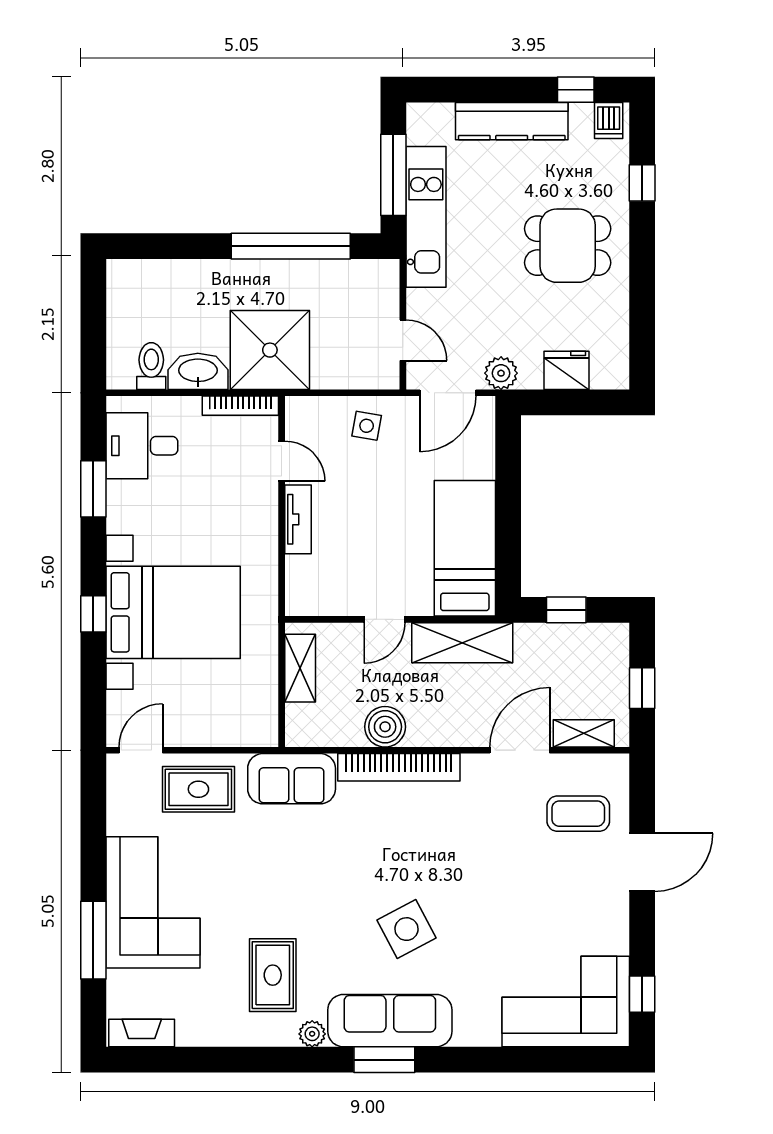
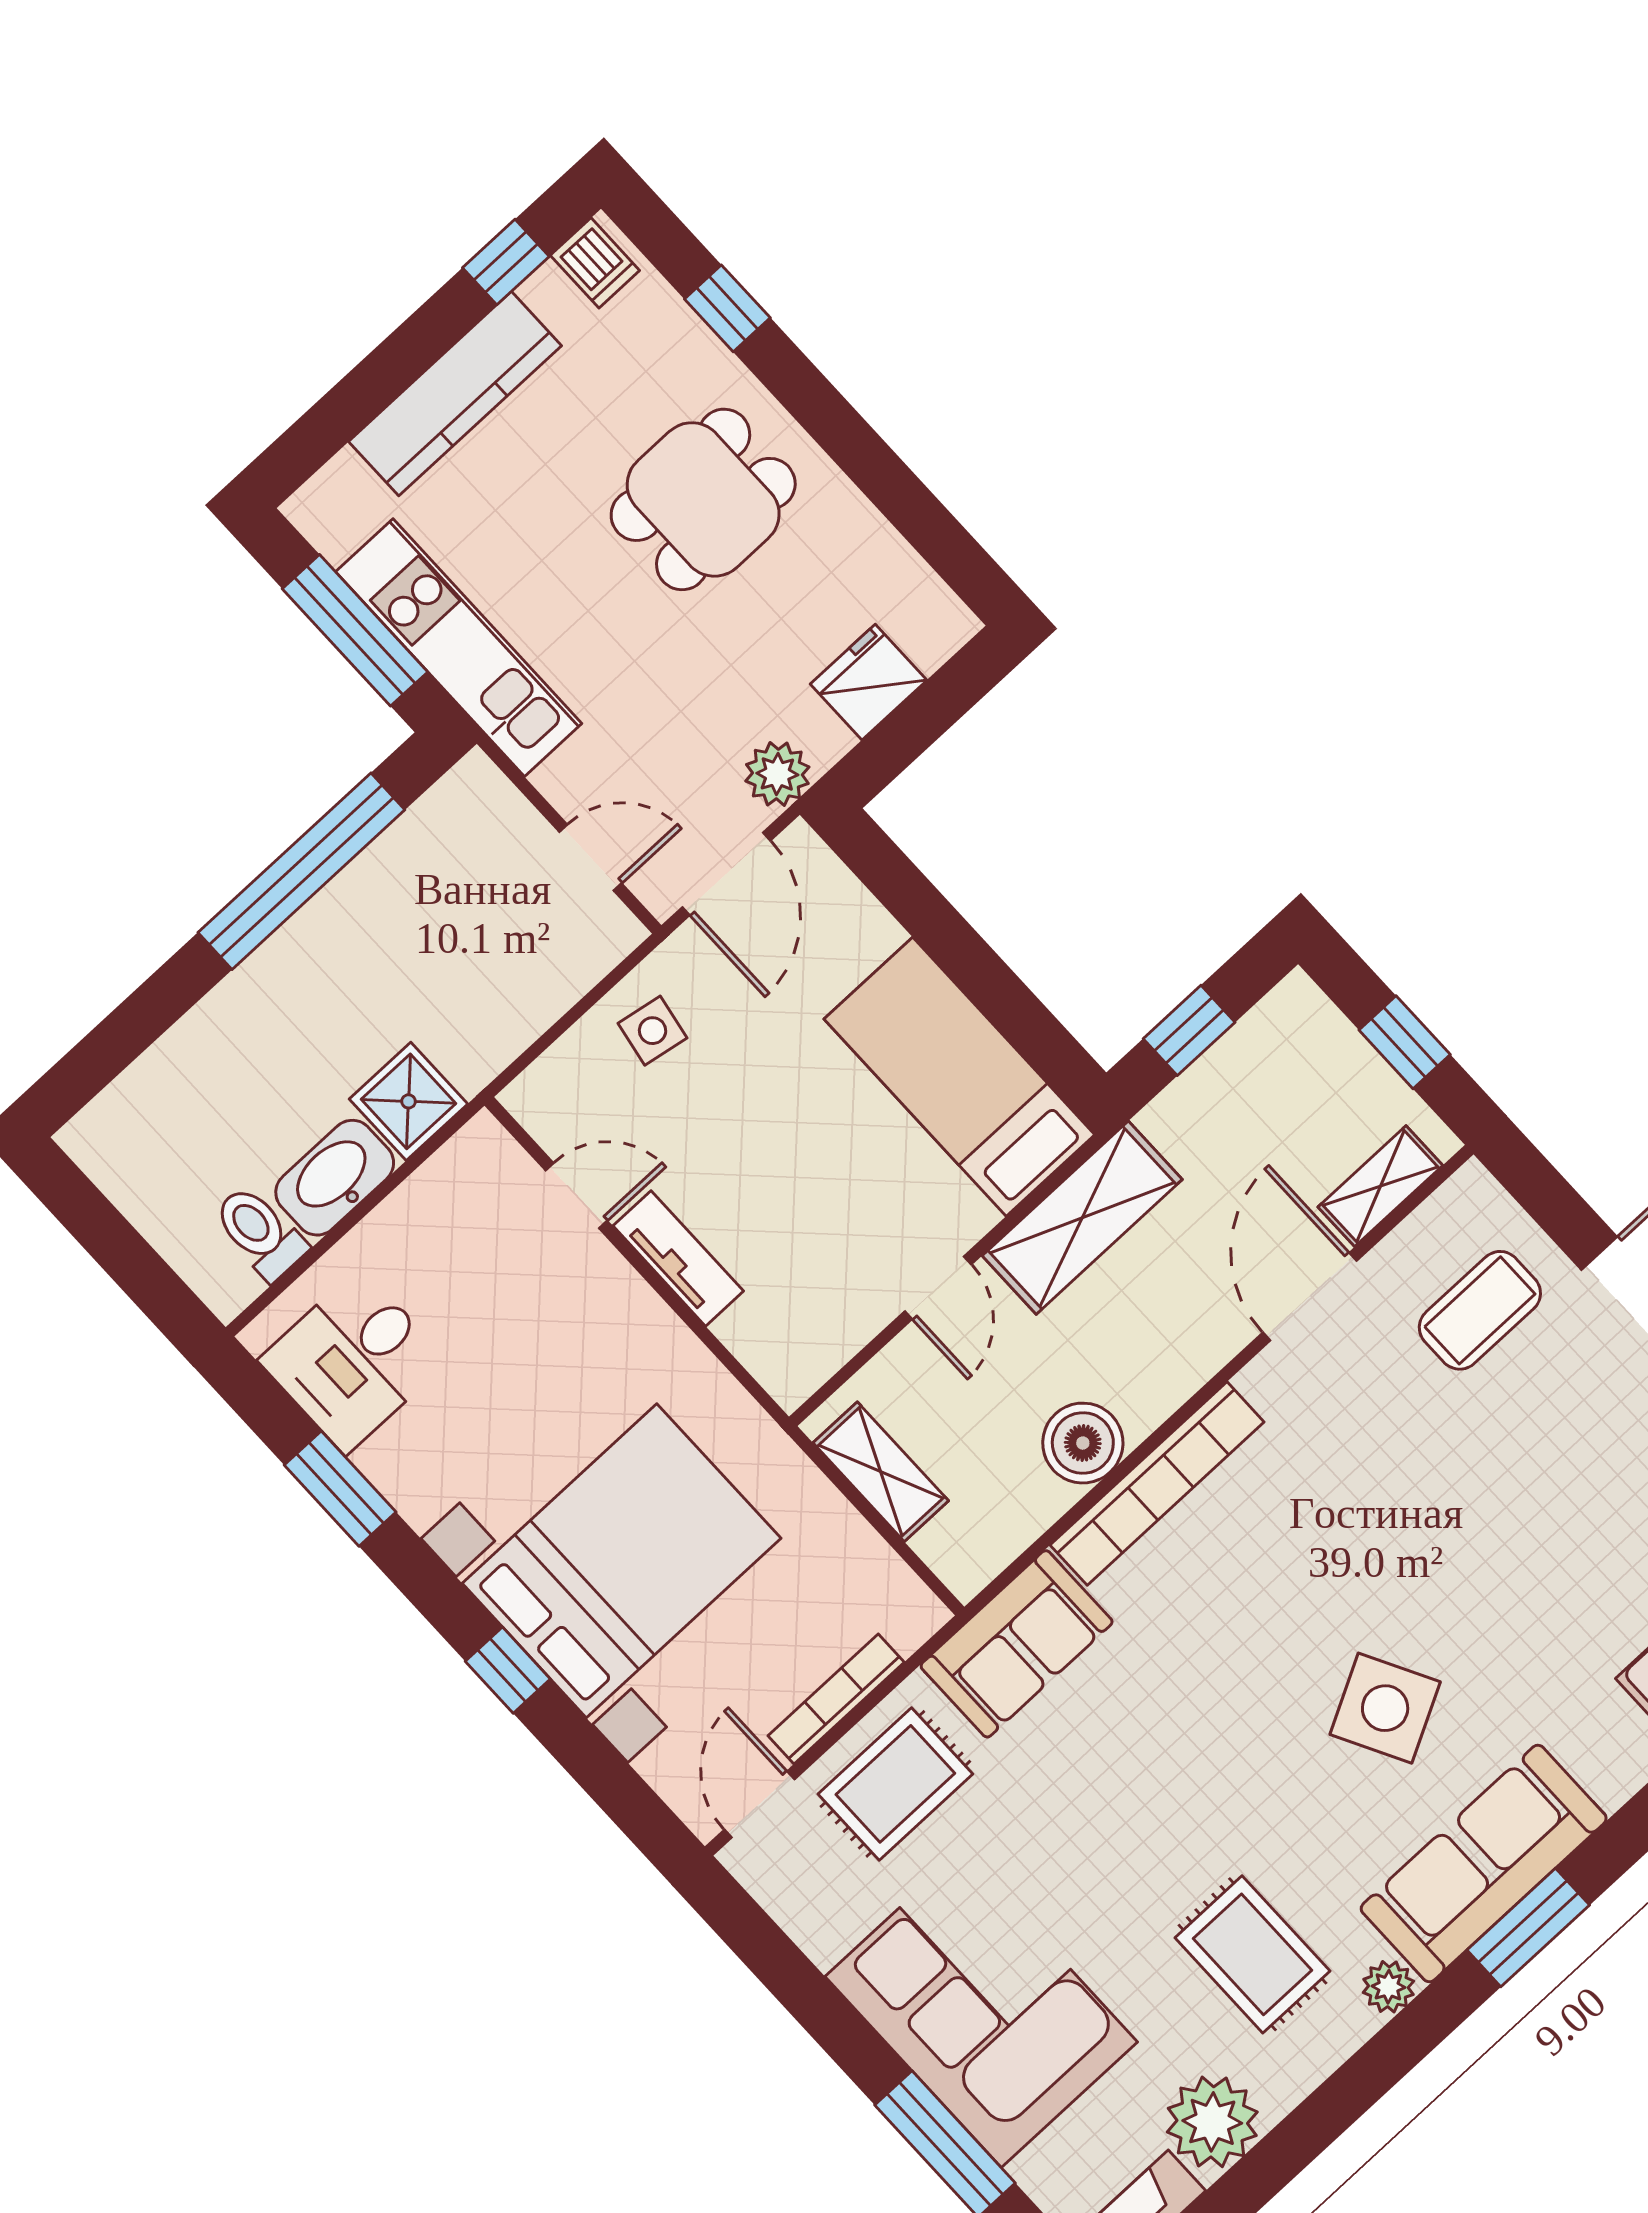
shower: (270, 350) -> (409, 1101), width x0.54, depth x0.54
bookcase: (240, 406) -> (836, 1699), moved, turned 180
plant: (200, 1024) -> (1212, 2122), added

